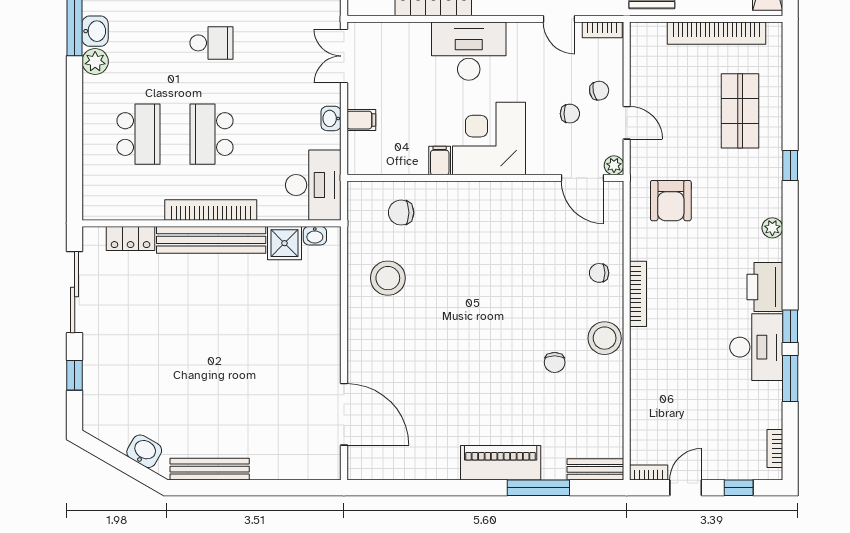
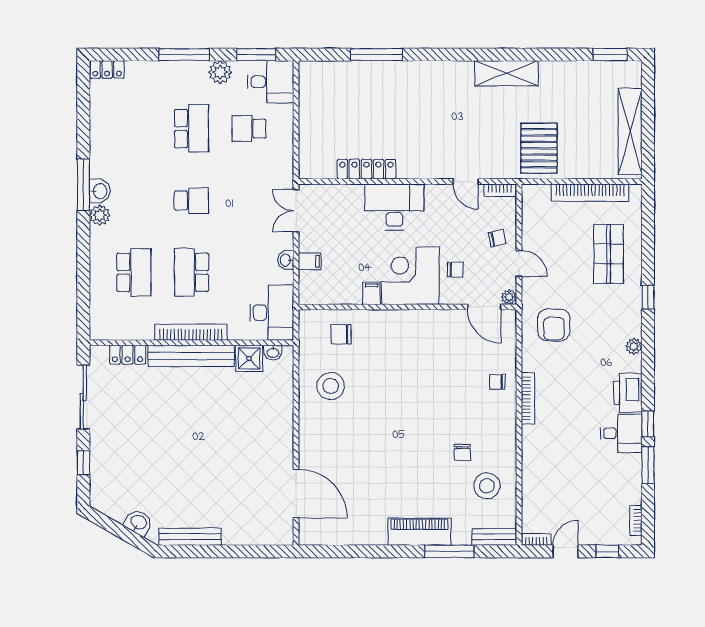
chair: (570, 114) -> (455, 270), moved
stool: (605, 338) -> (487, 486), moved
desk: (756, 347) -> (621, 433), width x0.73

